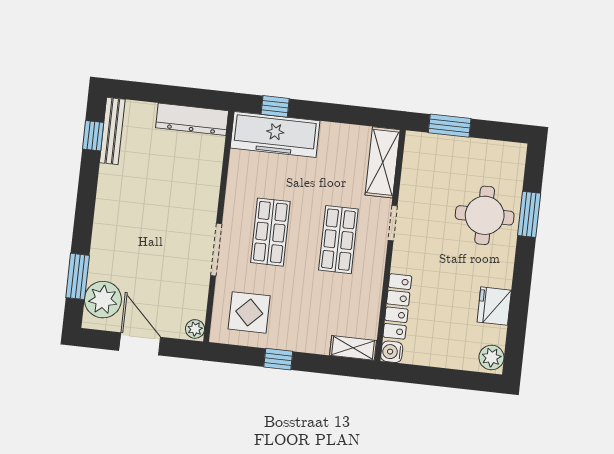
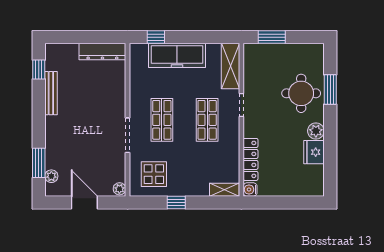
bench: (112, 131) -> (51, 93), moved
freezer: (275, 134) -> (177, 55), moved
plant: (103, 300) -> (51, 176), width x0.53, depth x0.53
plant: (491, 357) -> (316, 131), moved

